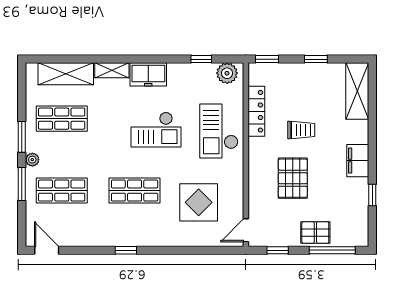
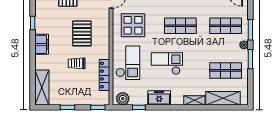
freezer: (148, 74) -> (159, 98), moved
display table: (199, 202) -> (133, 25), moved

